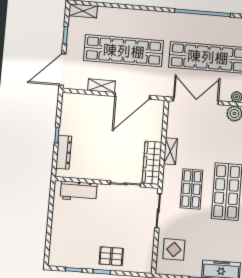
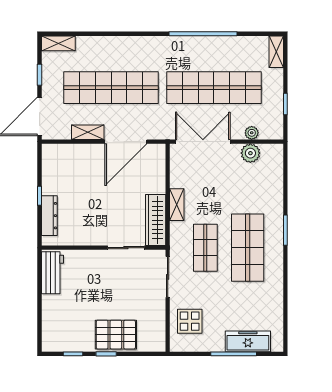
workbench: (79, 191) -> (52, 273), moved, turned -90
pallet: (111, 256) -> (116, 335), width x1.50, depth x1.42

